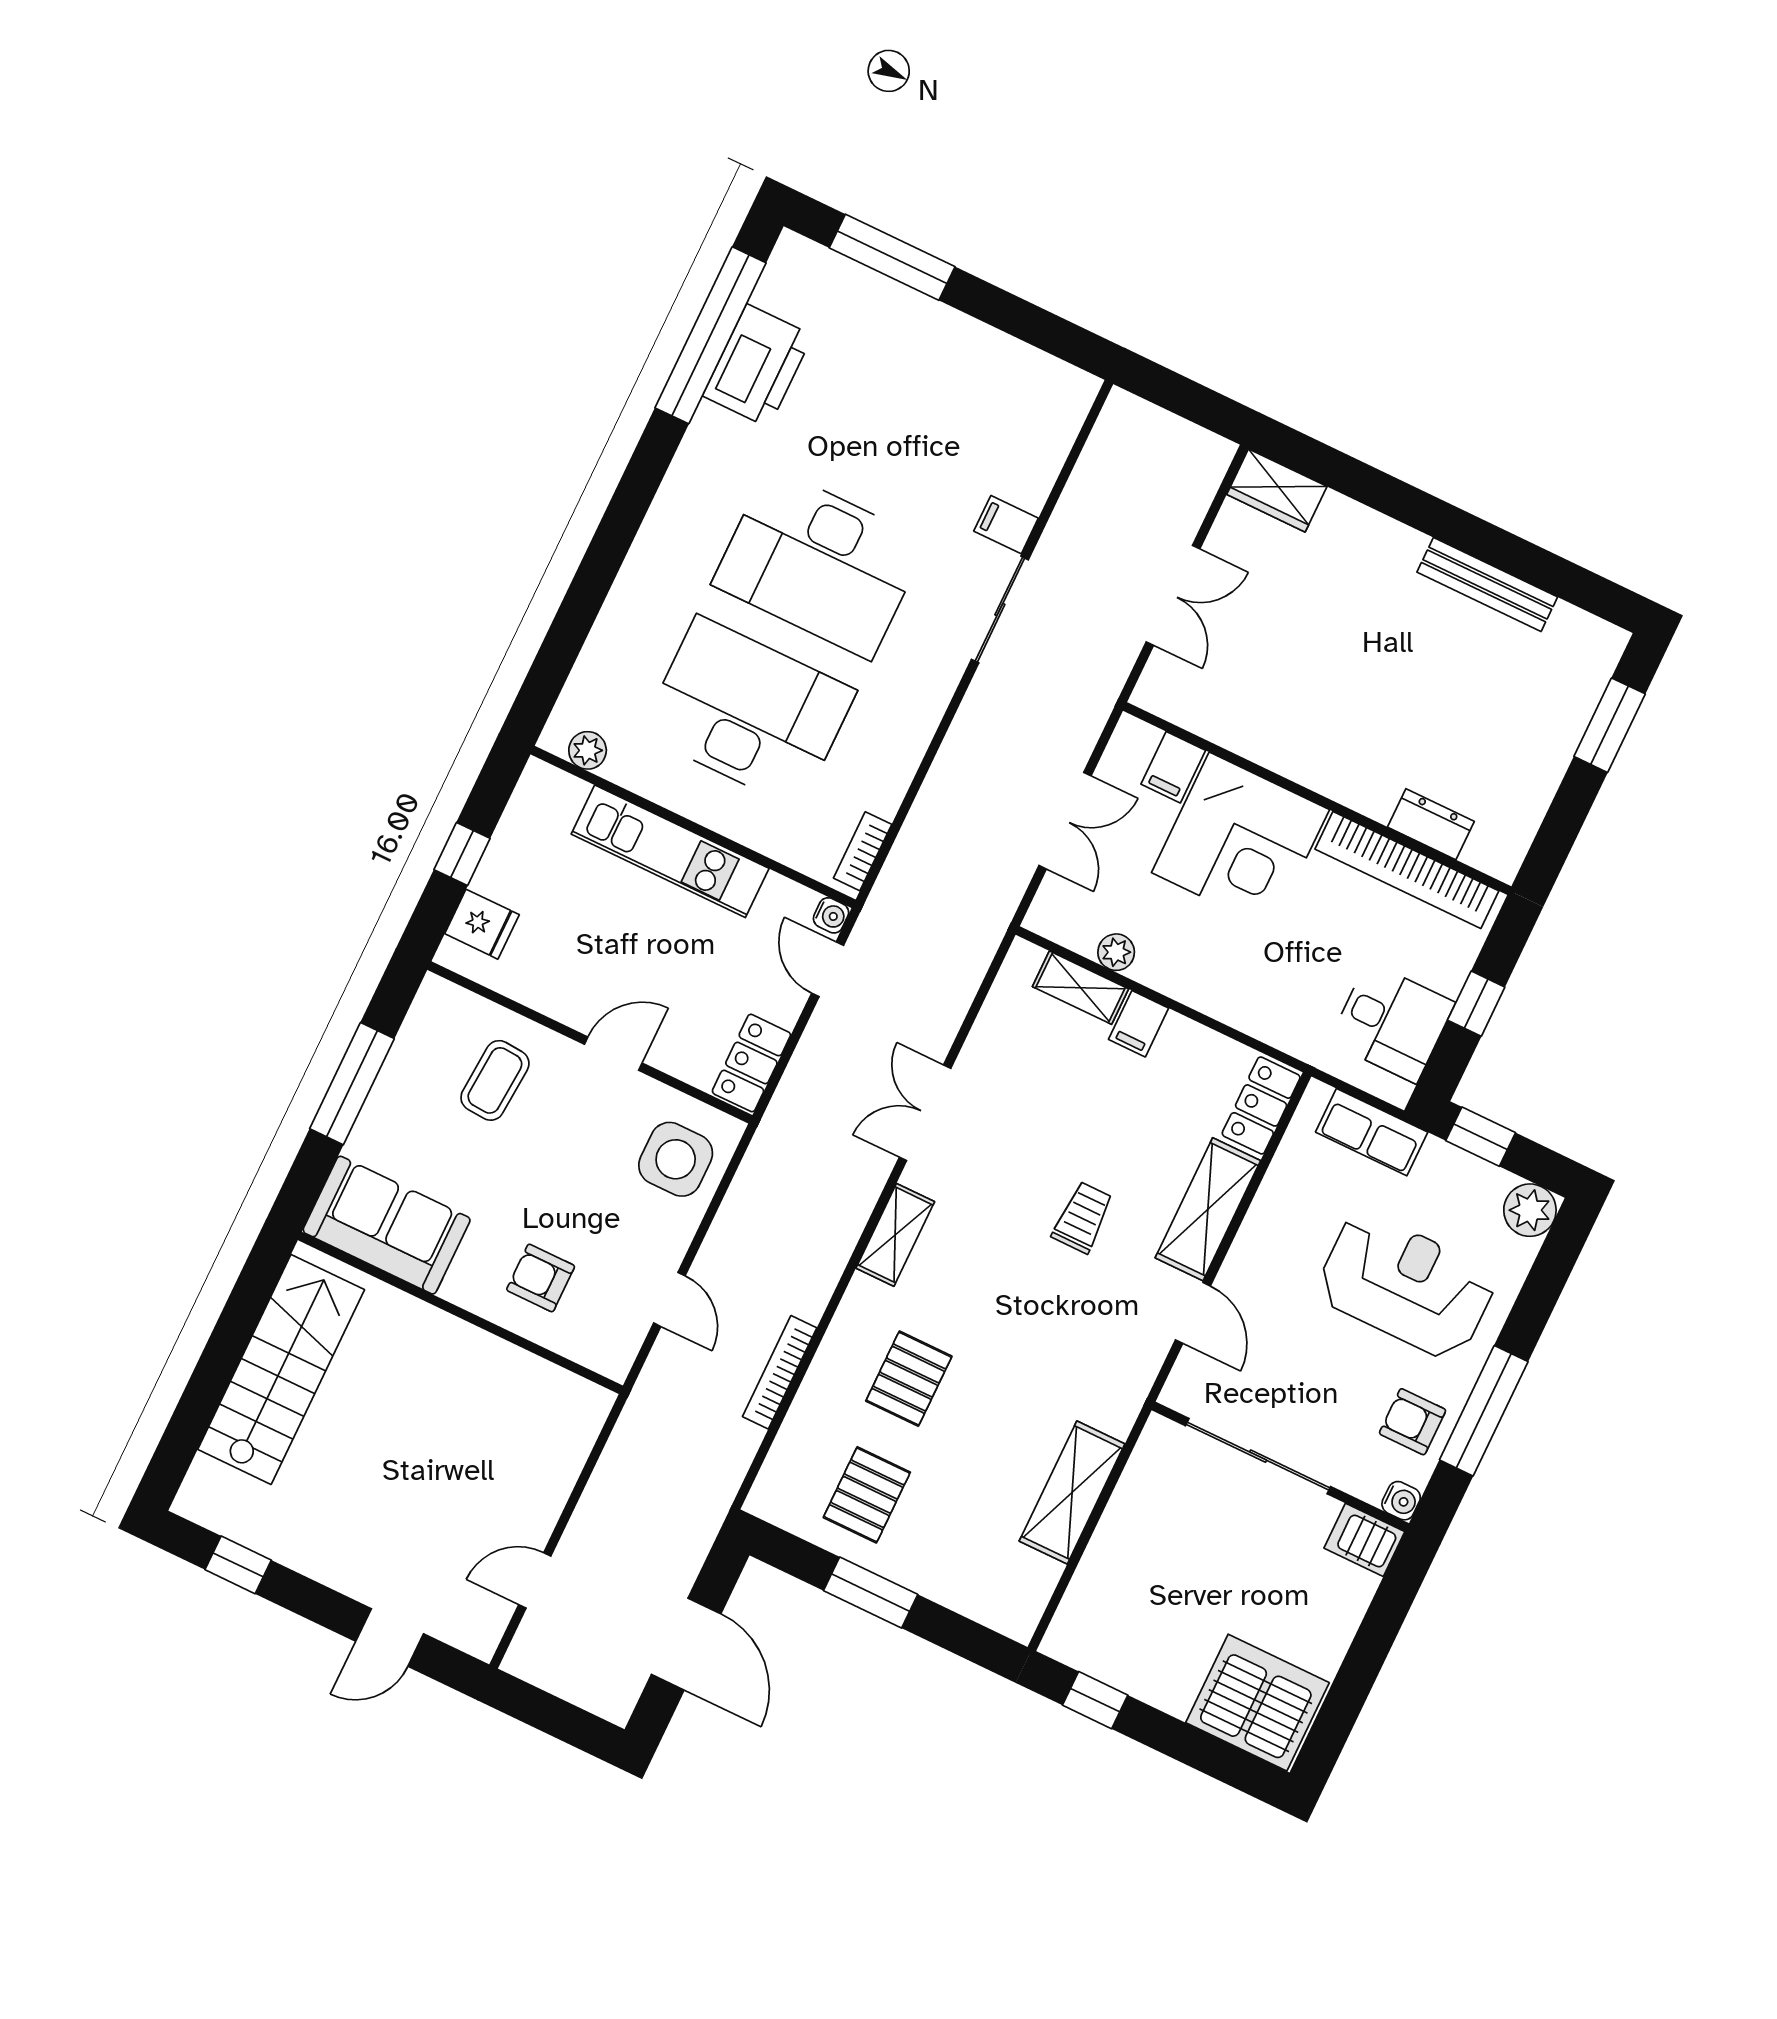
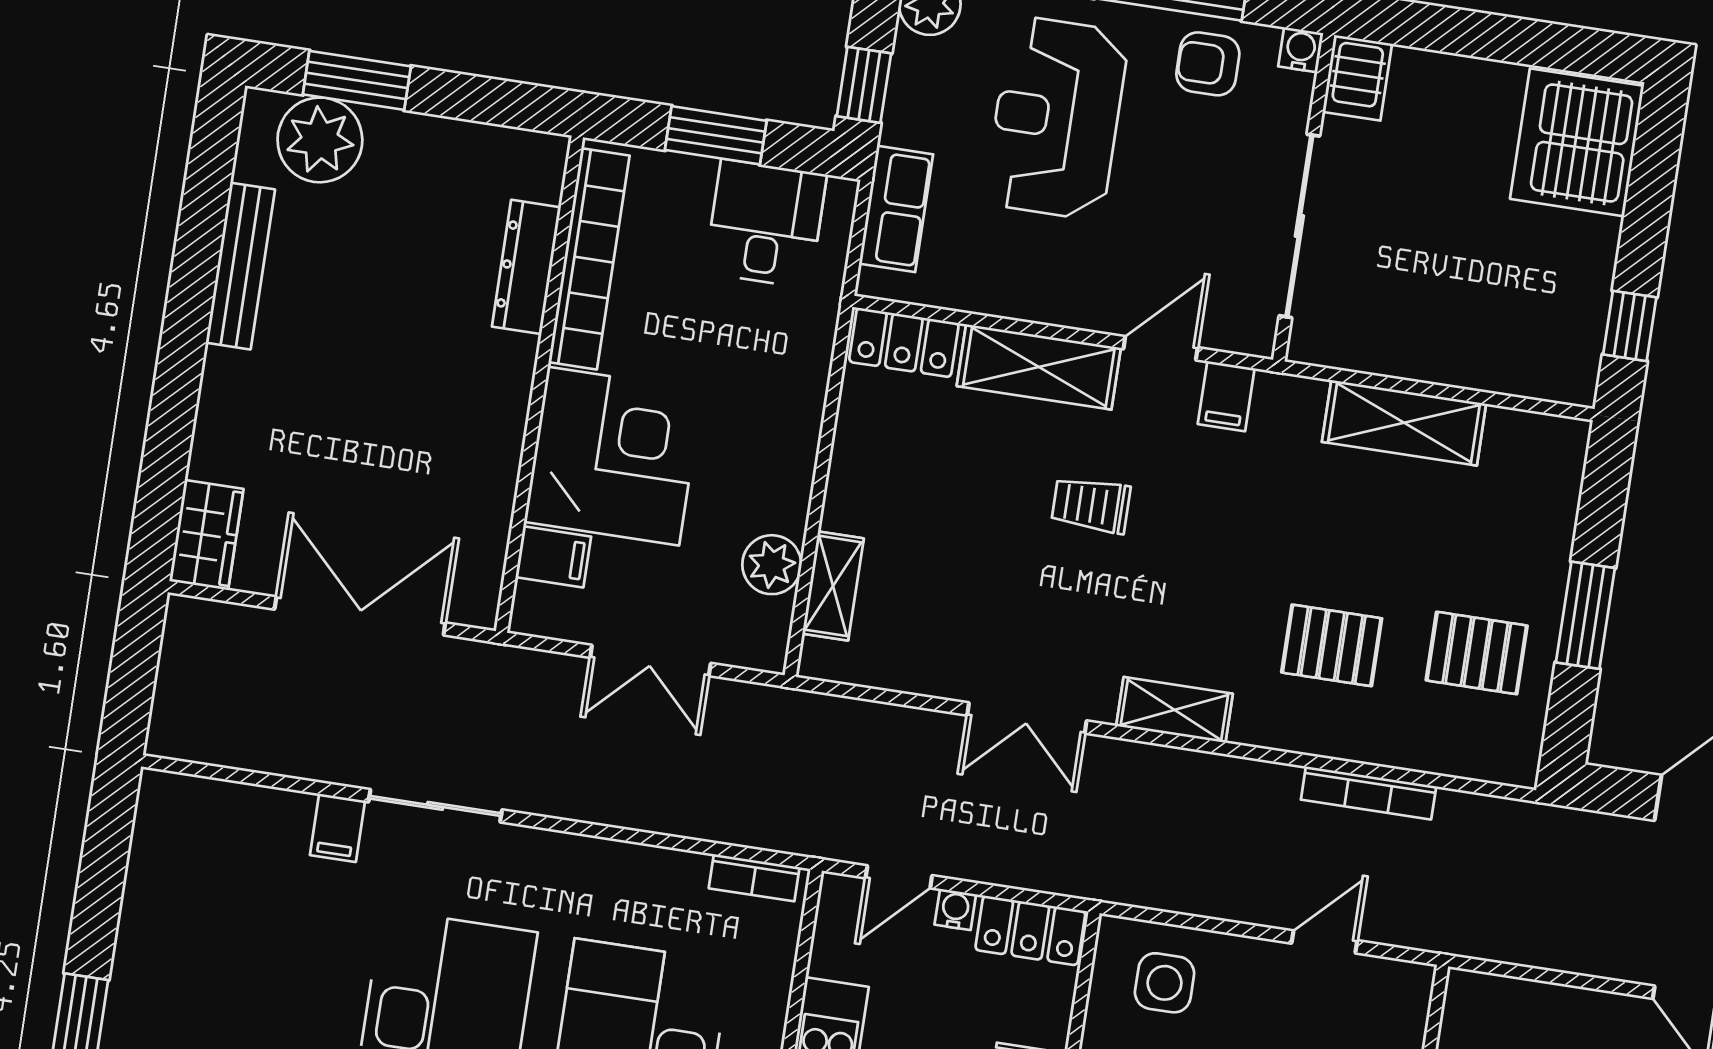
double door: (1173, 595) -> (360, 616), width x1.37
plant: (1570, 680) -> (320, 140), added
double door: (1065, 821) -> (650, 660), swing flipped
dresser: (1431, 824) -> (526, 267), width x1.44
water cooler: (831, 915) -> (955, 909), moved
plant: (1116, 952) -> (772, 565), width x1.38, depth x1.38
window: (1476, 1004) -> (716, 135), width x1.50
filing cabinet: (1139, 1024) -> (1226, 396), moved, turned 90
side table: (676, 1159) -> (1165, 983), width x0.73, depth x0.73
armchair: (1413, 1422) -> (1208, 64), turned 90

